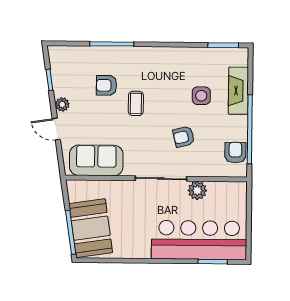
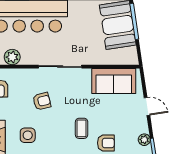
plant: (62, 104) -> (144, 140), moved
plant: (197, 190) -> (12, 57), moved

